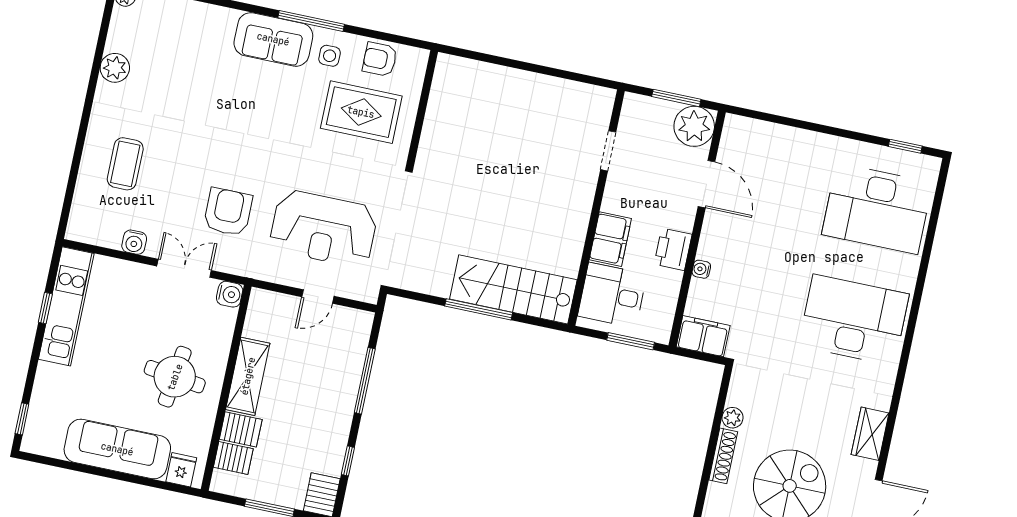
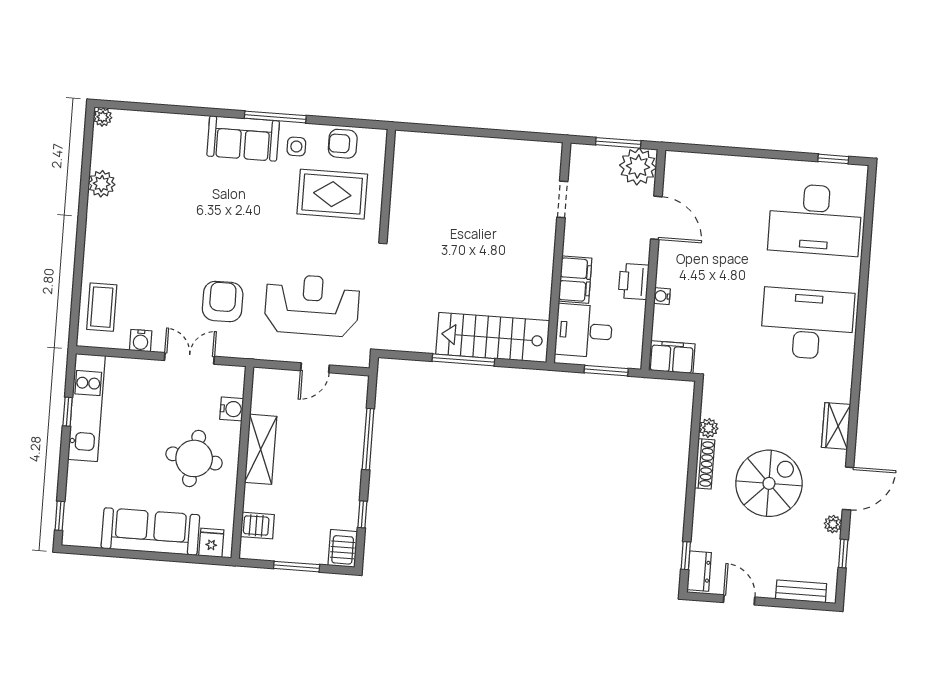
coffee table: (125, 164) -> (102, 307), moved
reception desk: (324, 229) -> (312, 305), turned 180
water cooler: (230, 294) -> (232, 409), moved
server rack: (241, 429) -> (261, 499), removed

